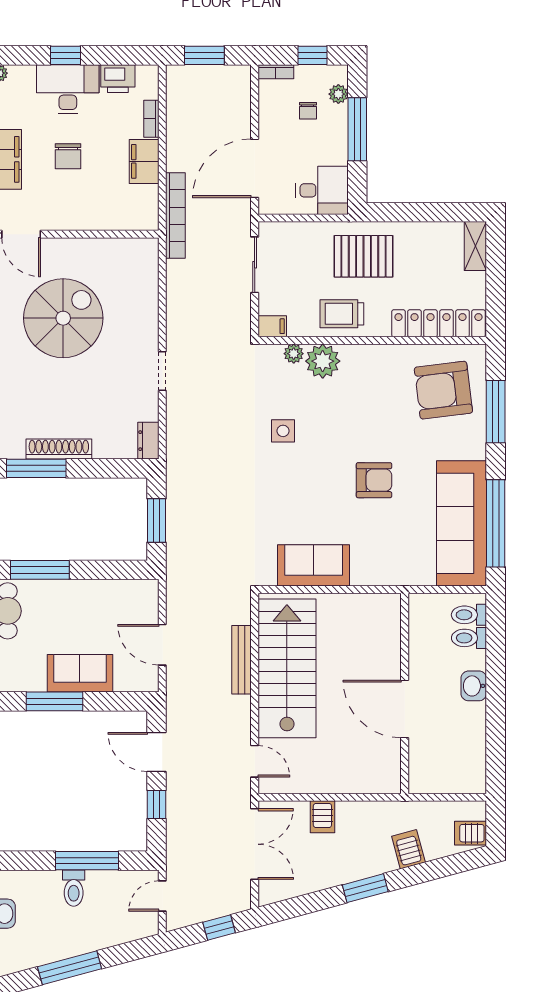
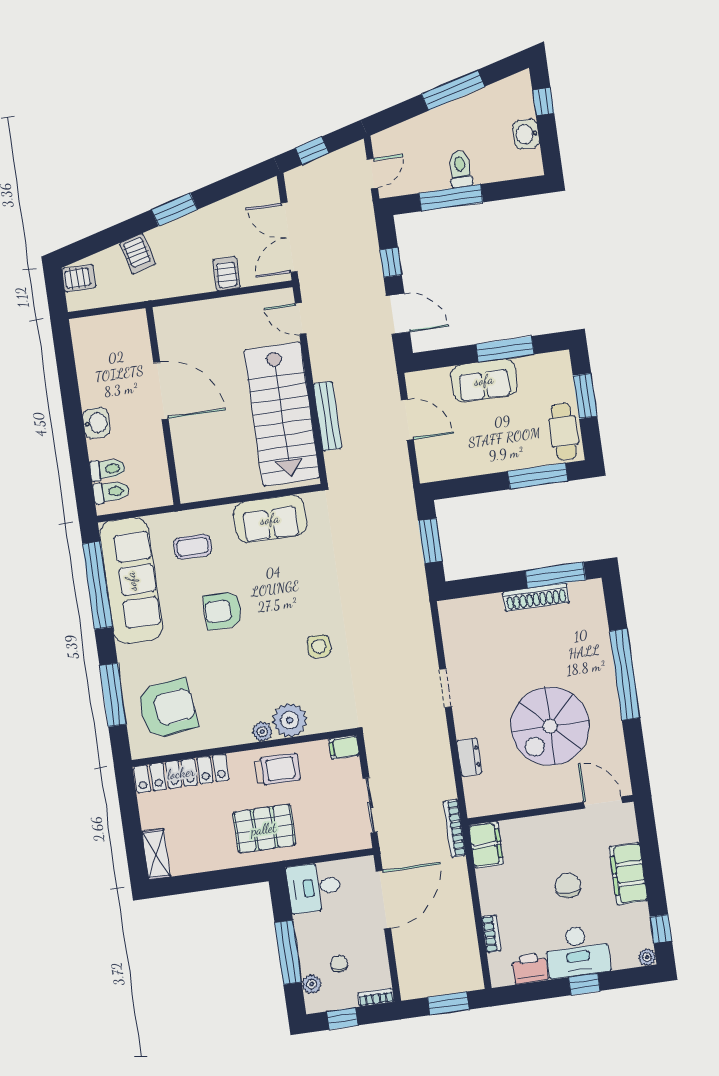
filing cabinet: (144, 161) -> (486, 845), moved
bookcase: (175, 216) -> (455, 828), width x0.68, depth x0.76
plant: (294, 354) -> (262, 732), moved
dresser: (148, 441) -> (469, 757), moved
coffee table: (395, 549) -> (193, 547), added

